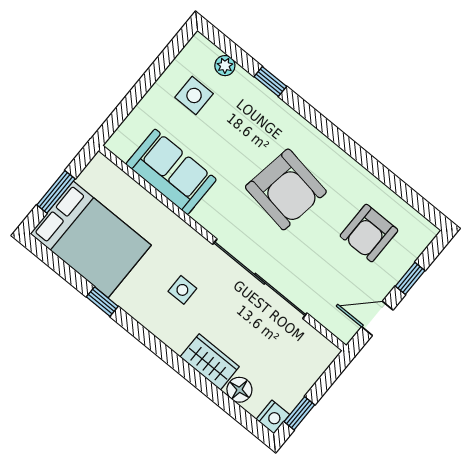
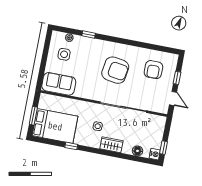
sofa: (171, 172) -> (59, 84), moved
door: (377, 318) -> (173, 99), swing flipped
wardrobe: (210, 362) -> (111, 145), moved

